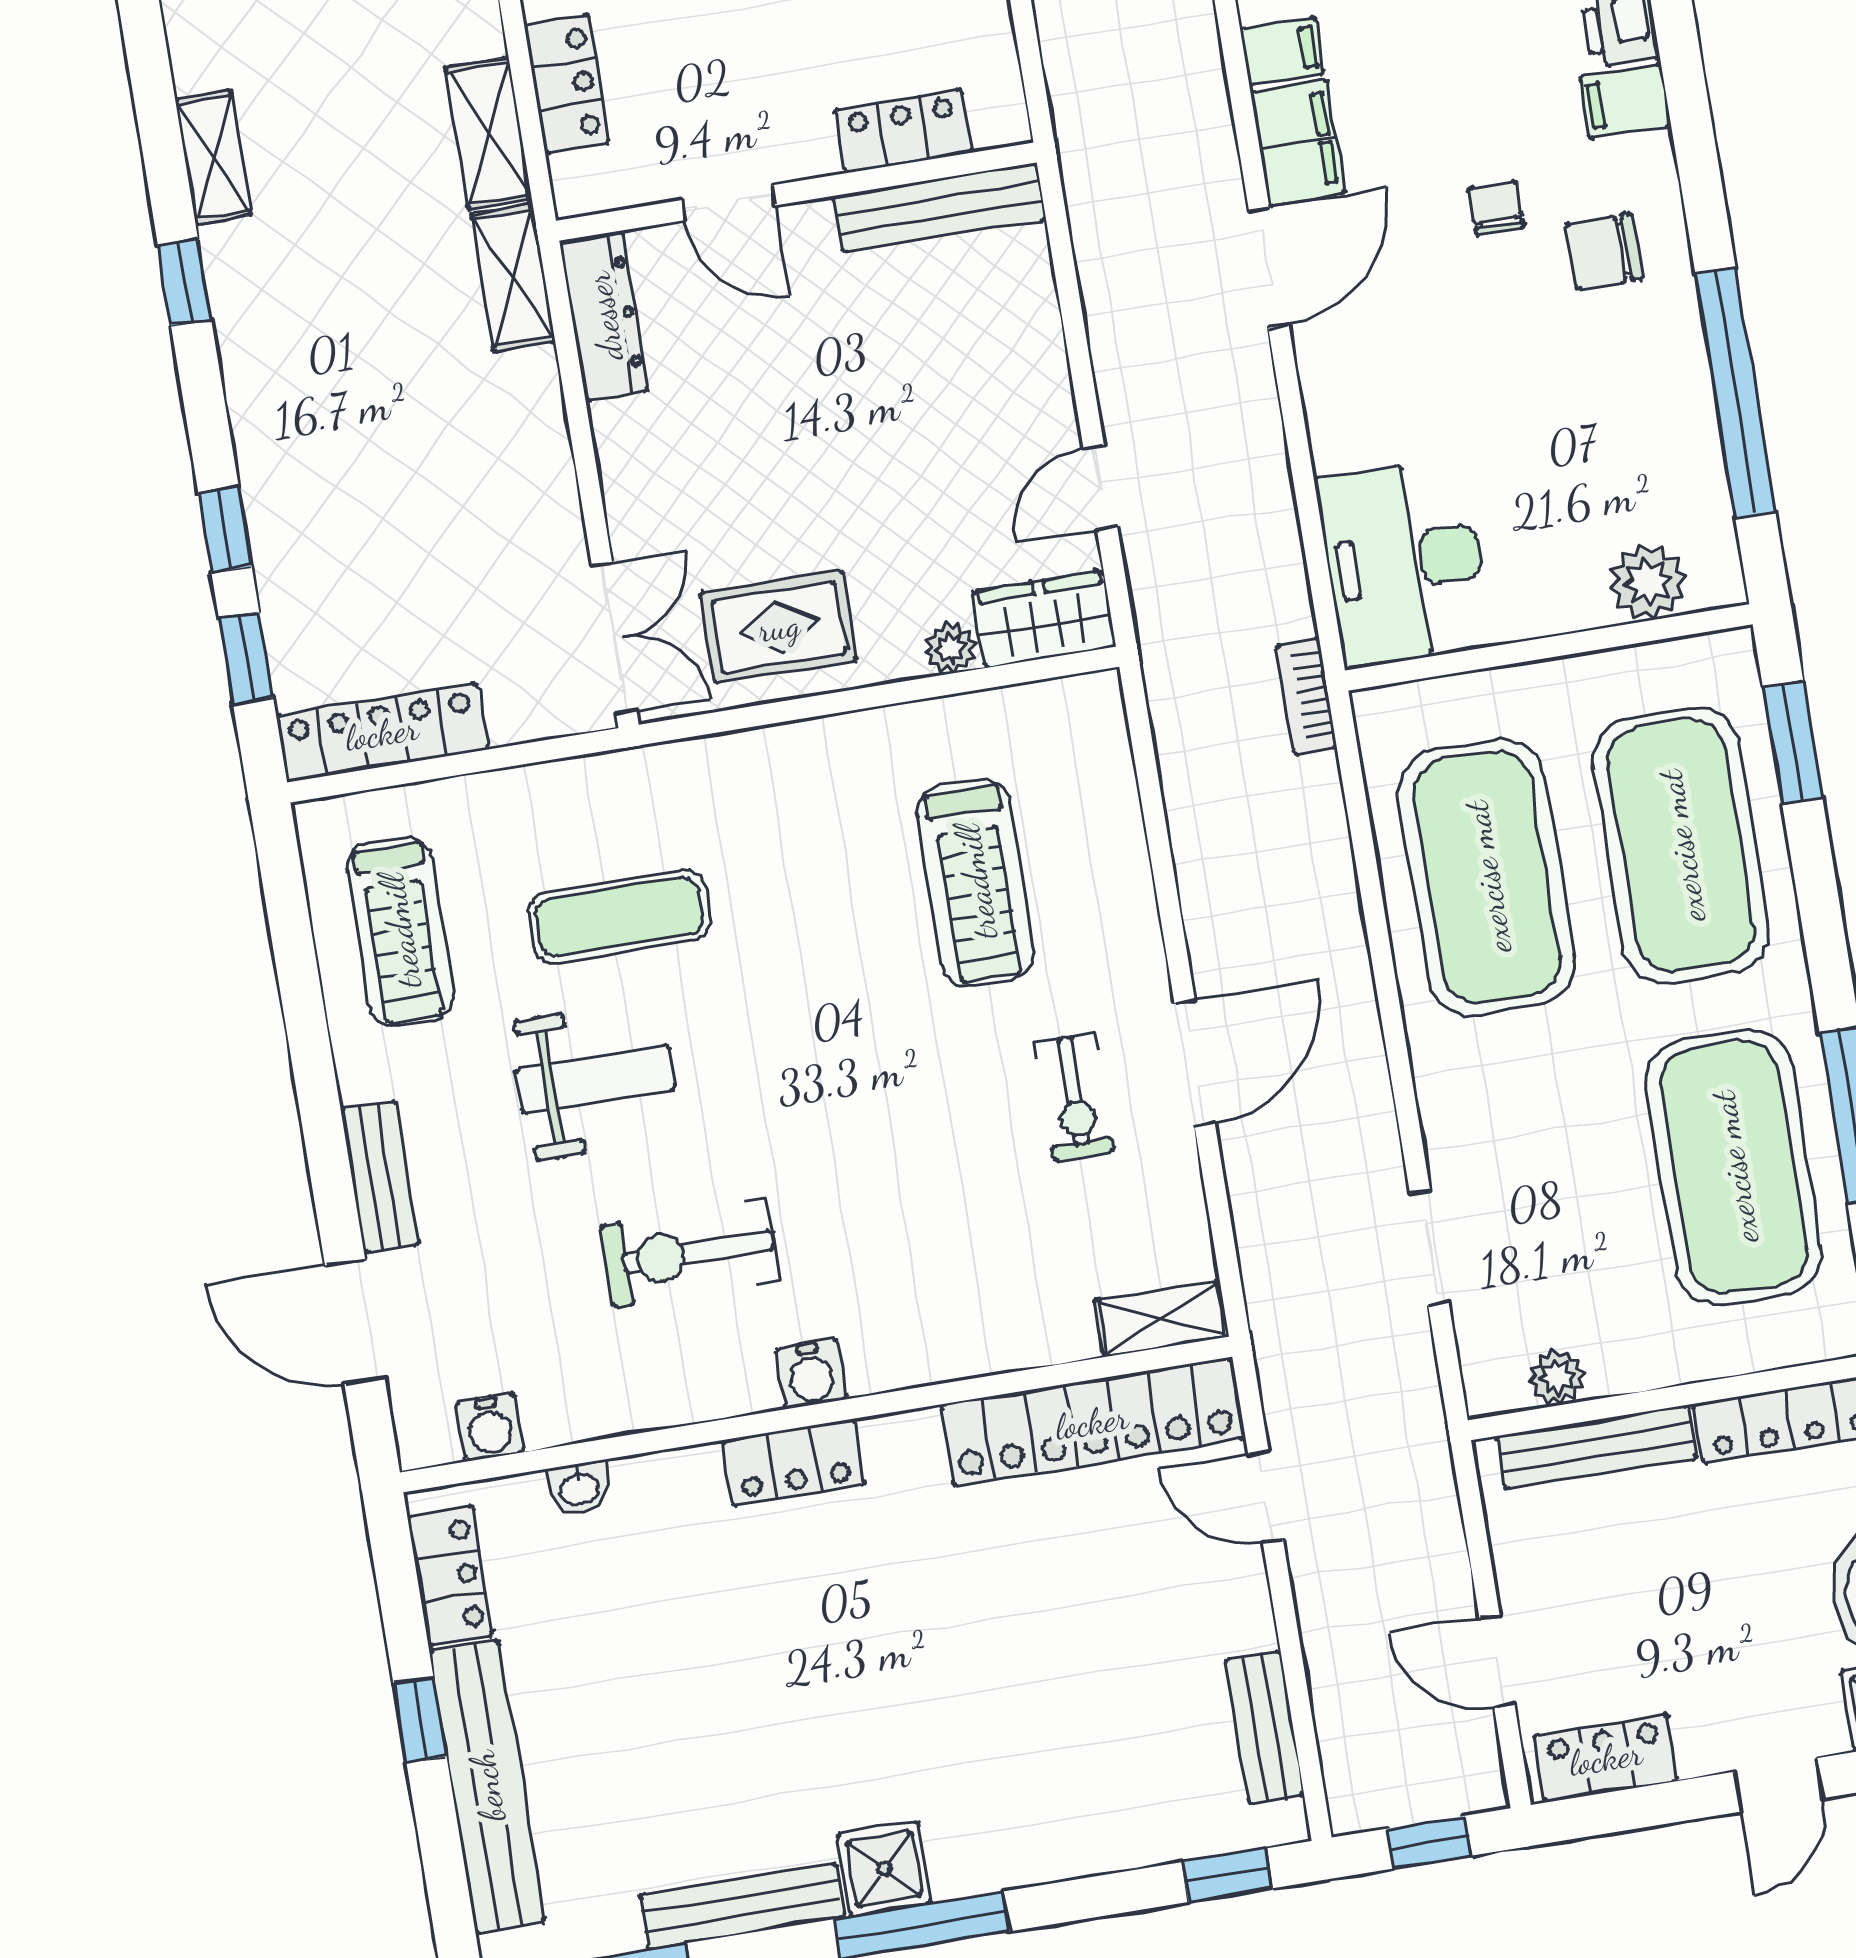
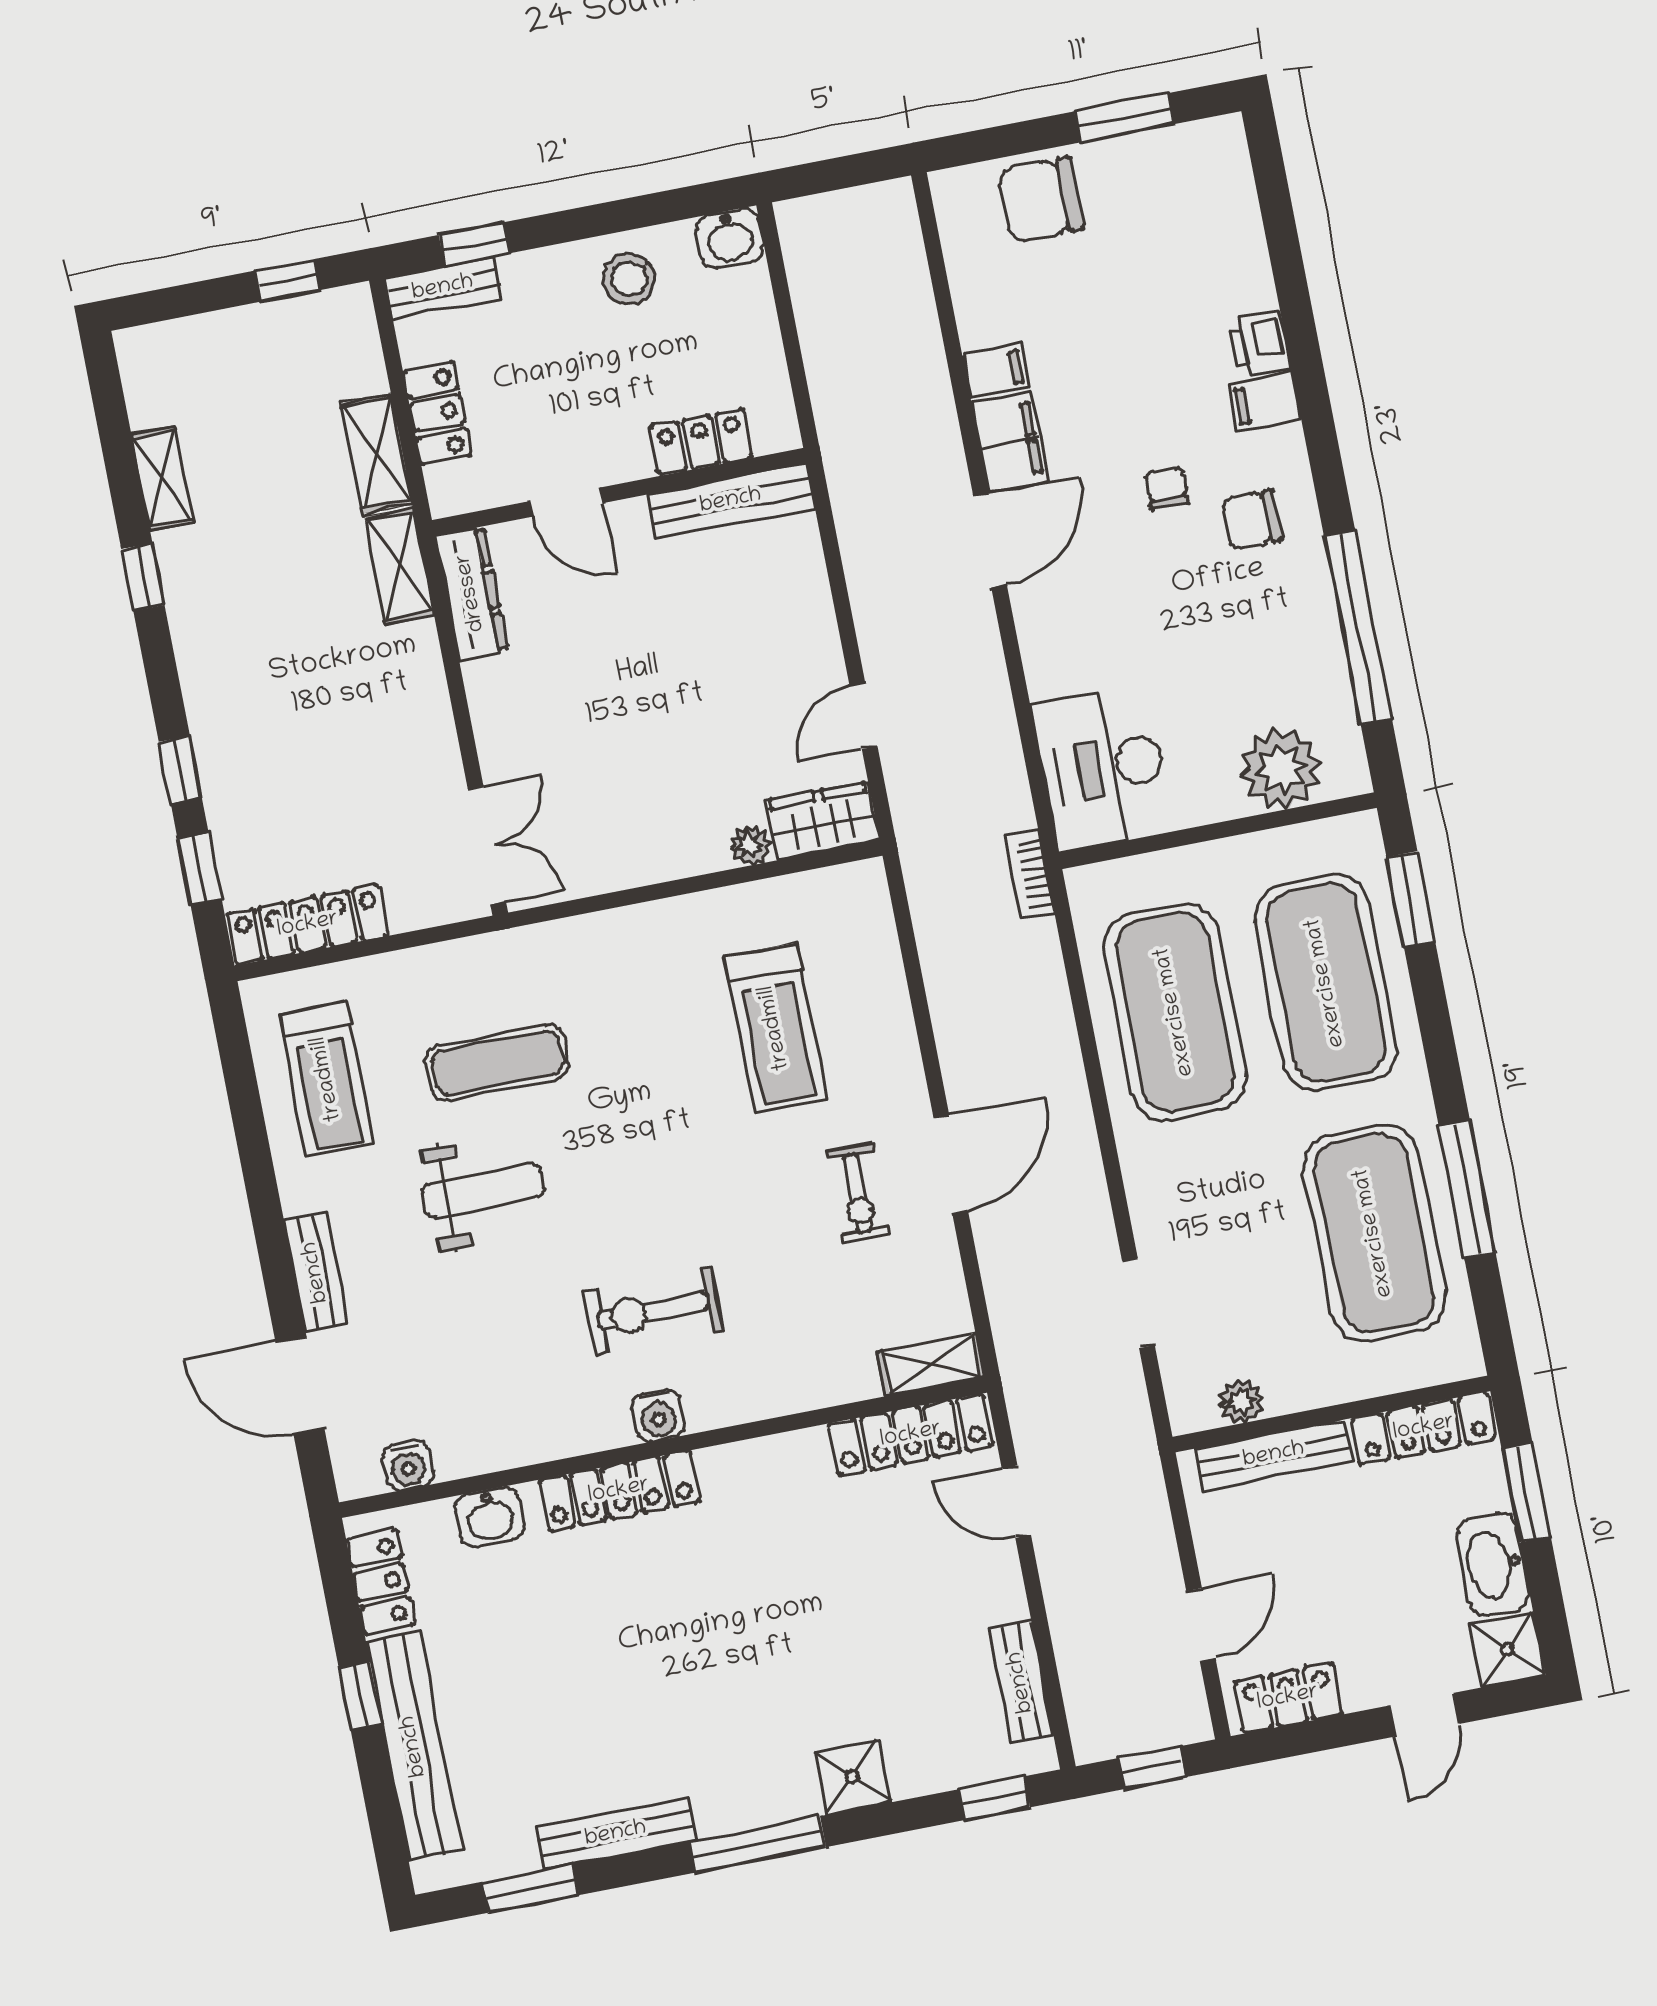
plant: (1648, 582) -> (1281, 769), width x1.36, depth x1.36
rug: (779, 627) -> (615, 833), removed
exercise bike: (690, 1253) -> (653, 1311), moved
locker: (1092, 1422) -> (911, 1435), width x0.71, depth x0.83
locker: (794, 1463) -> (619, 1491), width x1.53
washbasin: (580, 1488) -> (490, 1517), width x1.38, depth x1.45
door: (1497, 1661) -> (1201, 1625), swing flipped
shower: (884, 1869) -> (852, 1777), moved

